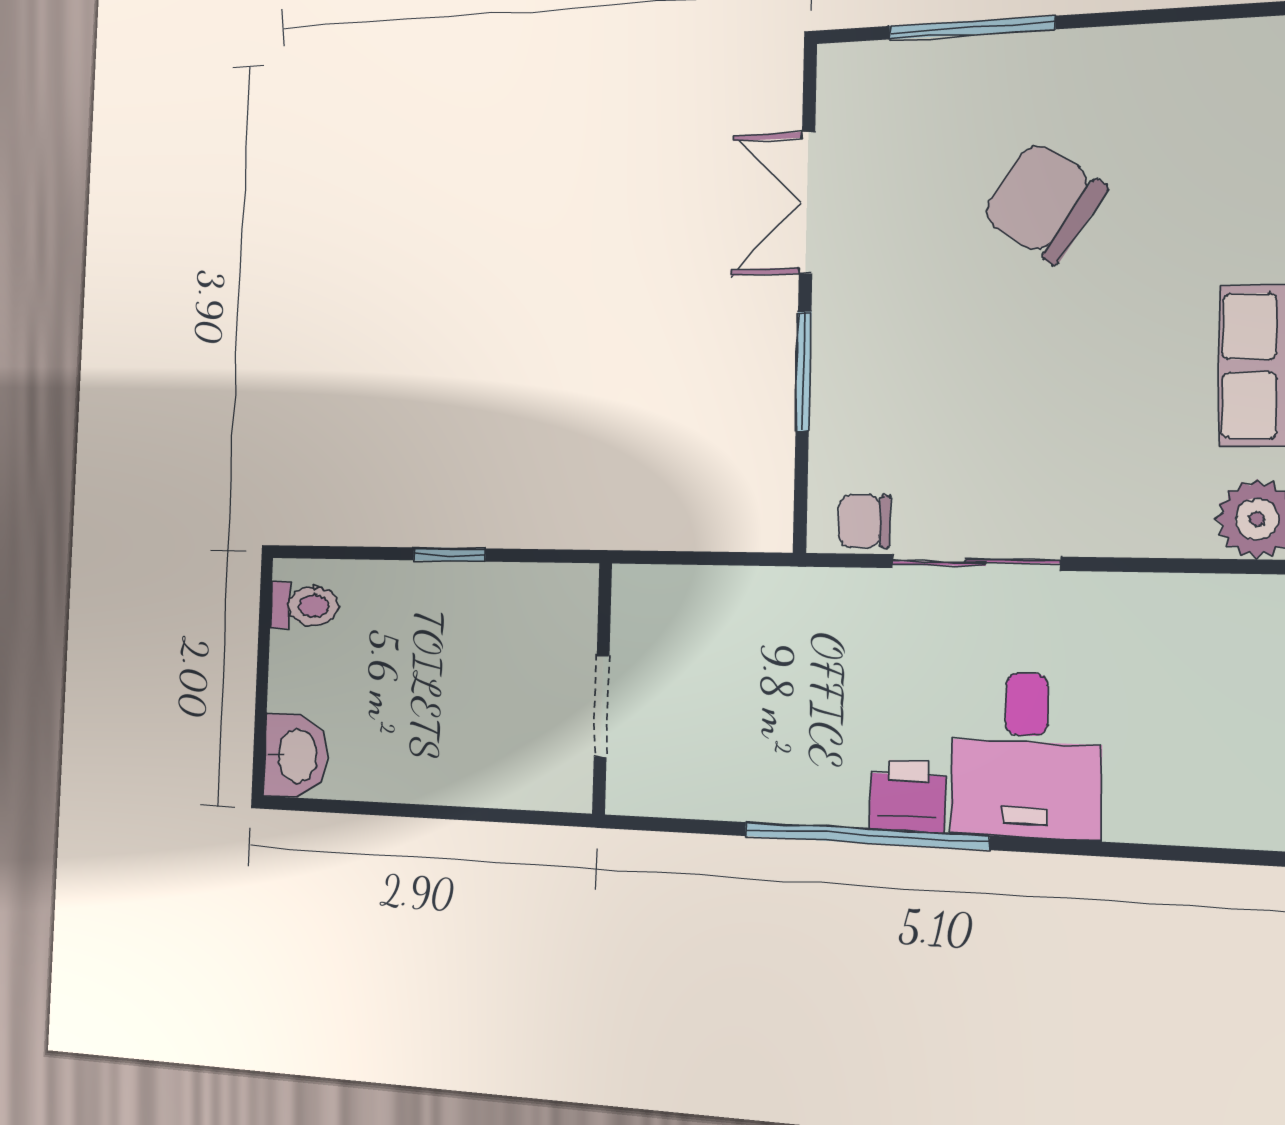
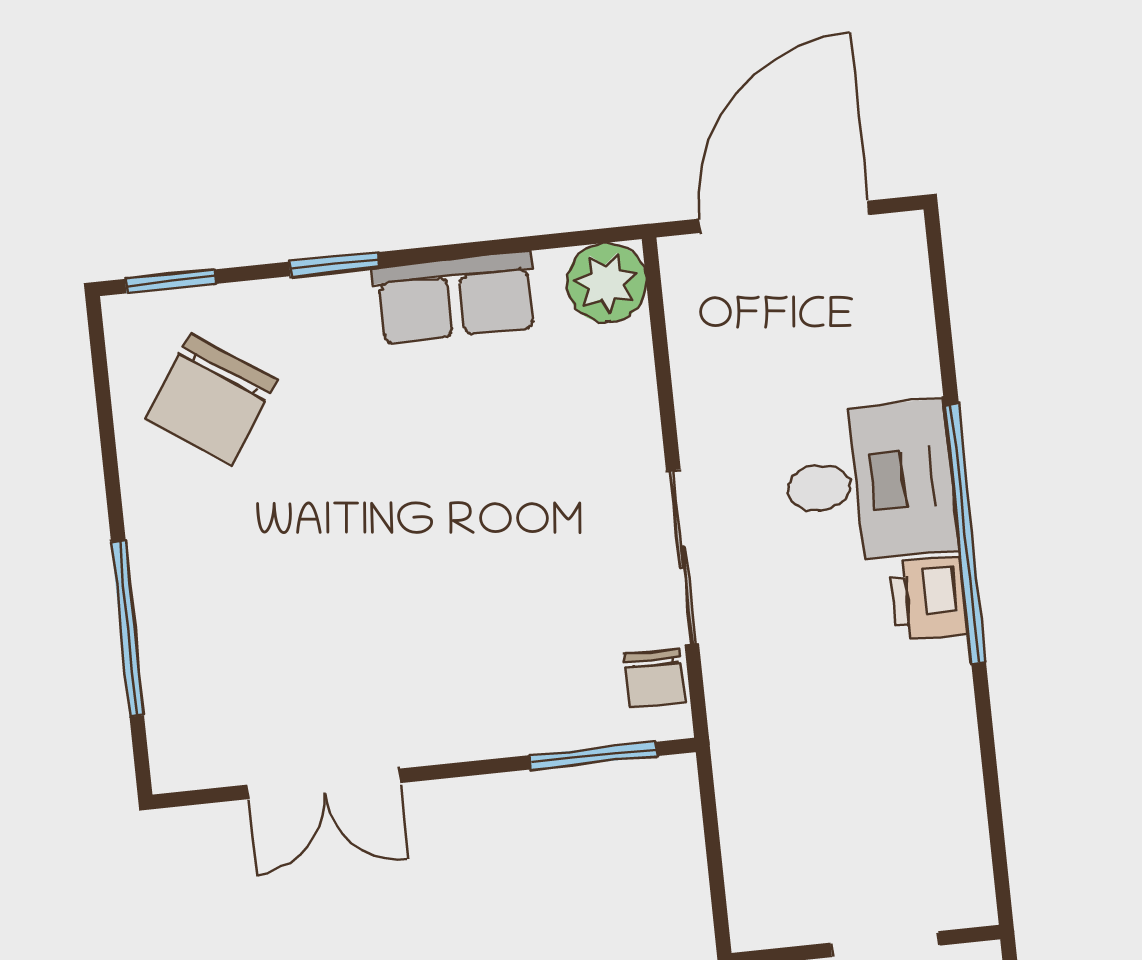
chair: (1044, 202) -> (211, 400), moved
window: (803, 371) -> (593, 756), moved
window: (865, 836) -> (965, 534), moved

